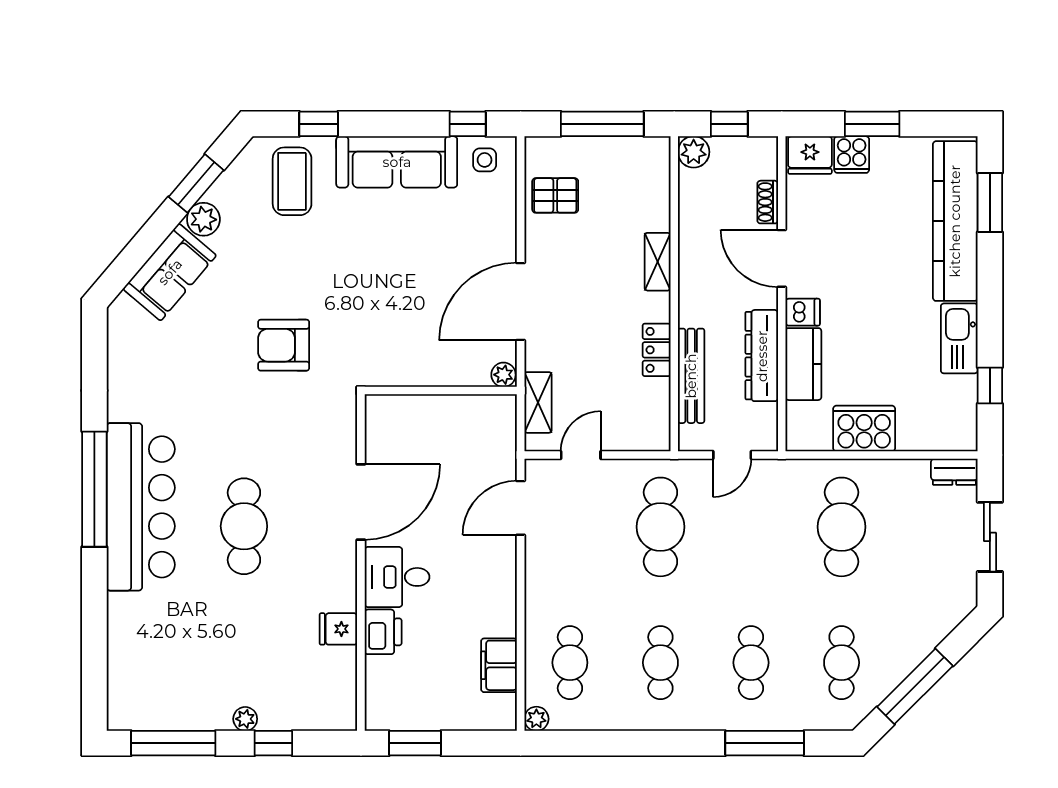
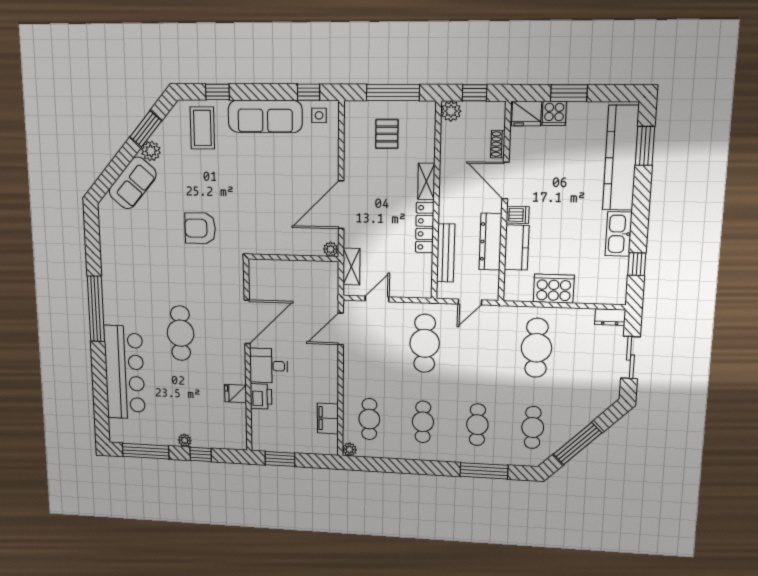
pallet: (555, 195) -> (387, 134), moved, turned 90
locker: (657, 350) -> (425, 227), width x1.53
bar counter: (141, 507) -> (125, 373), moved

